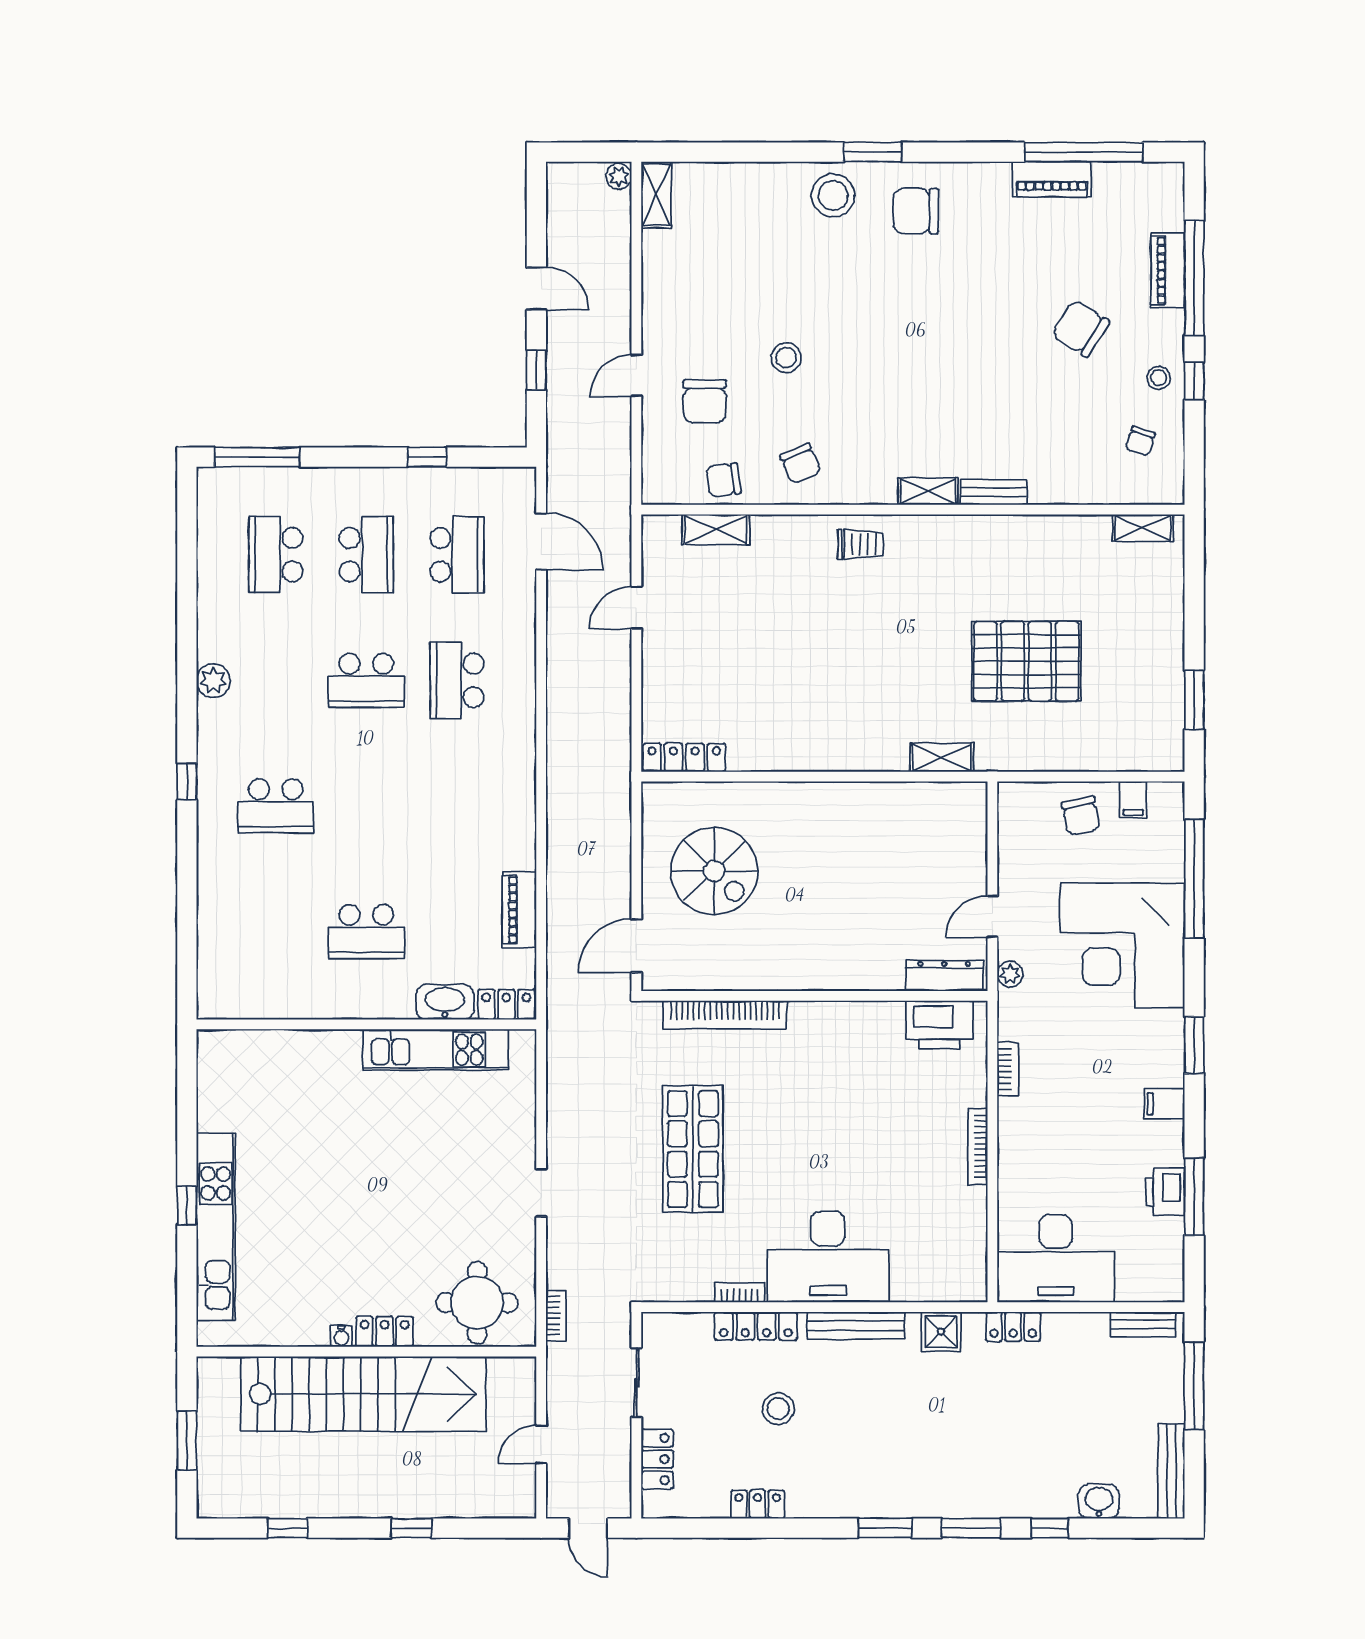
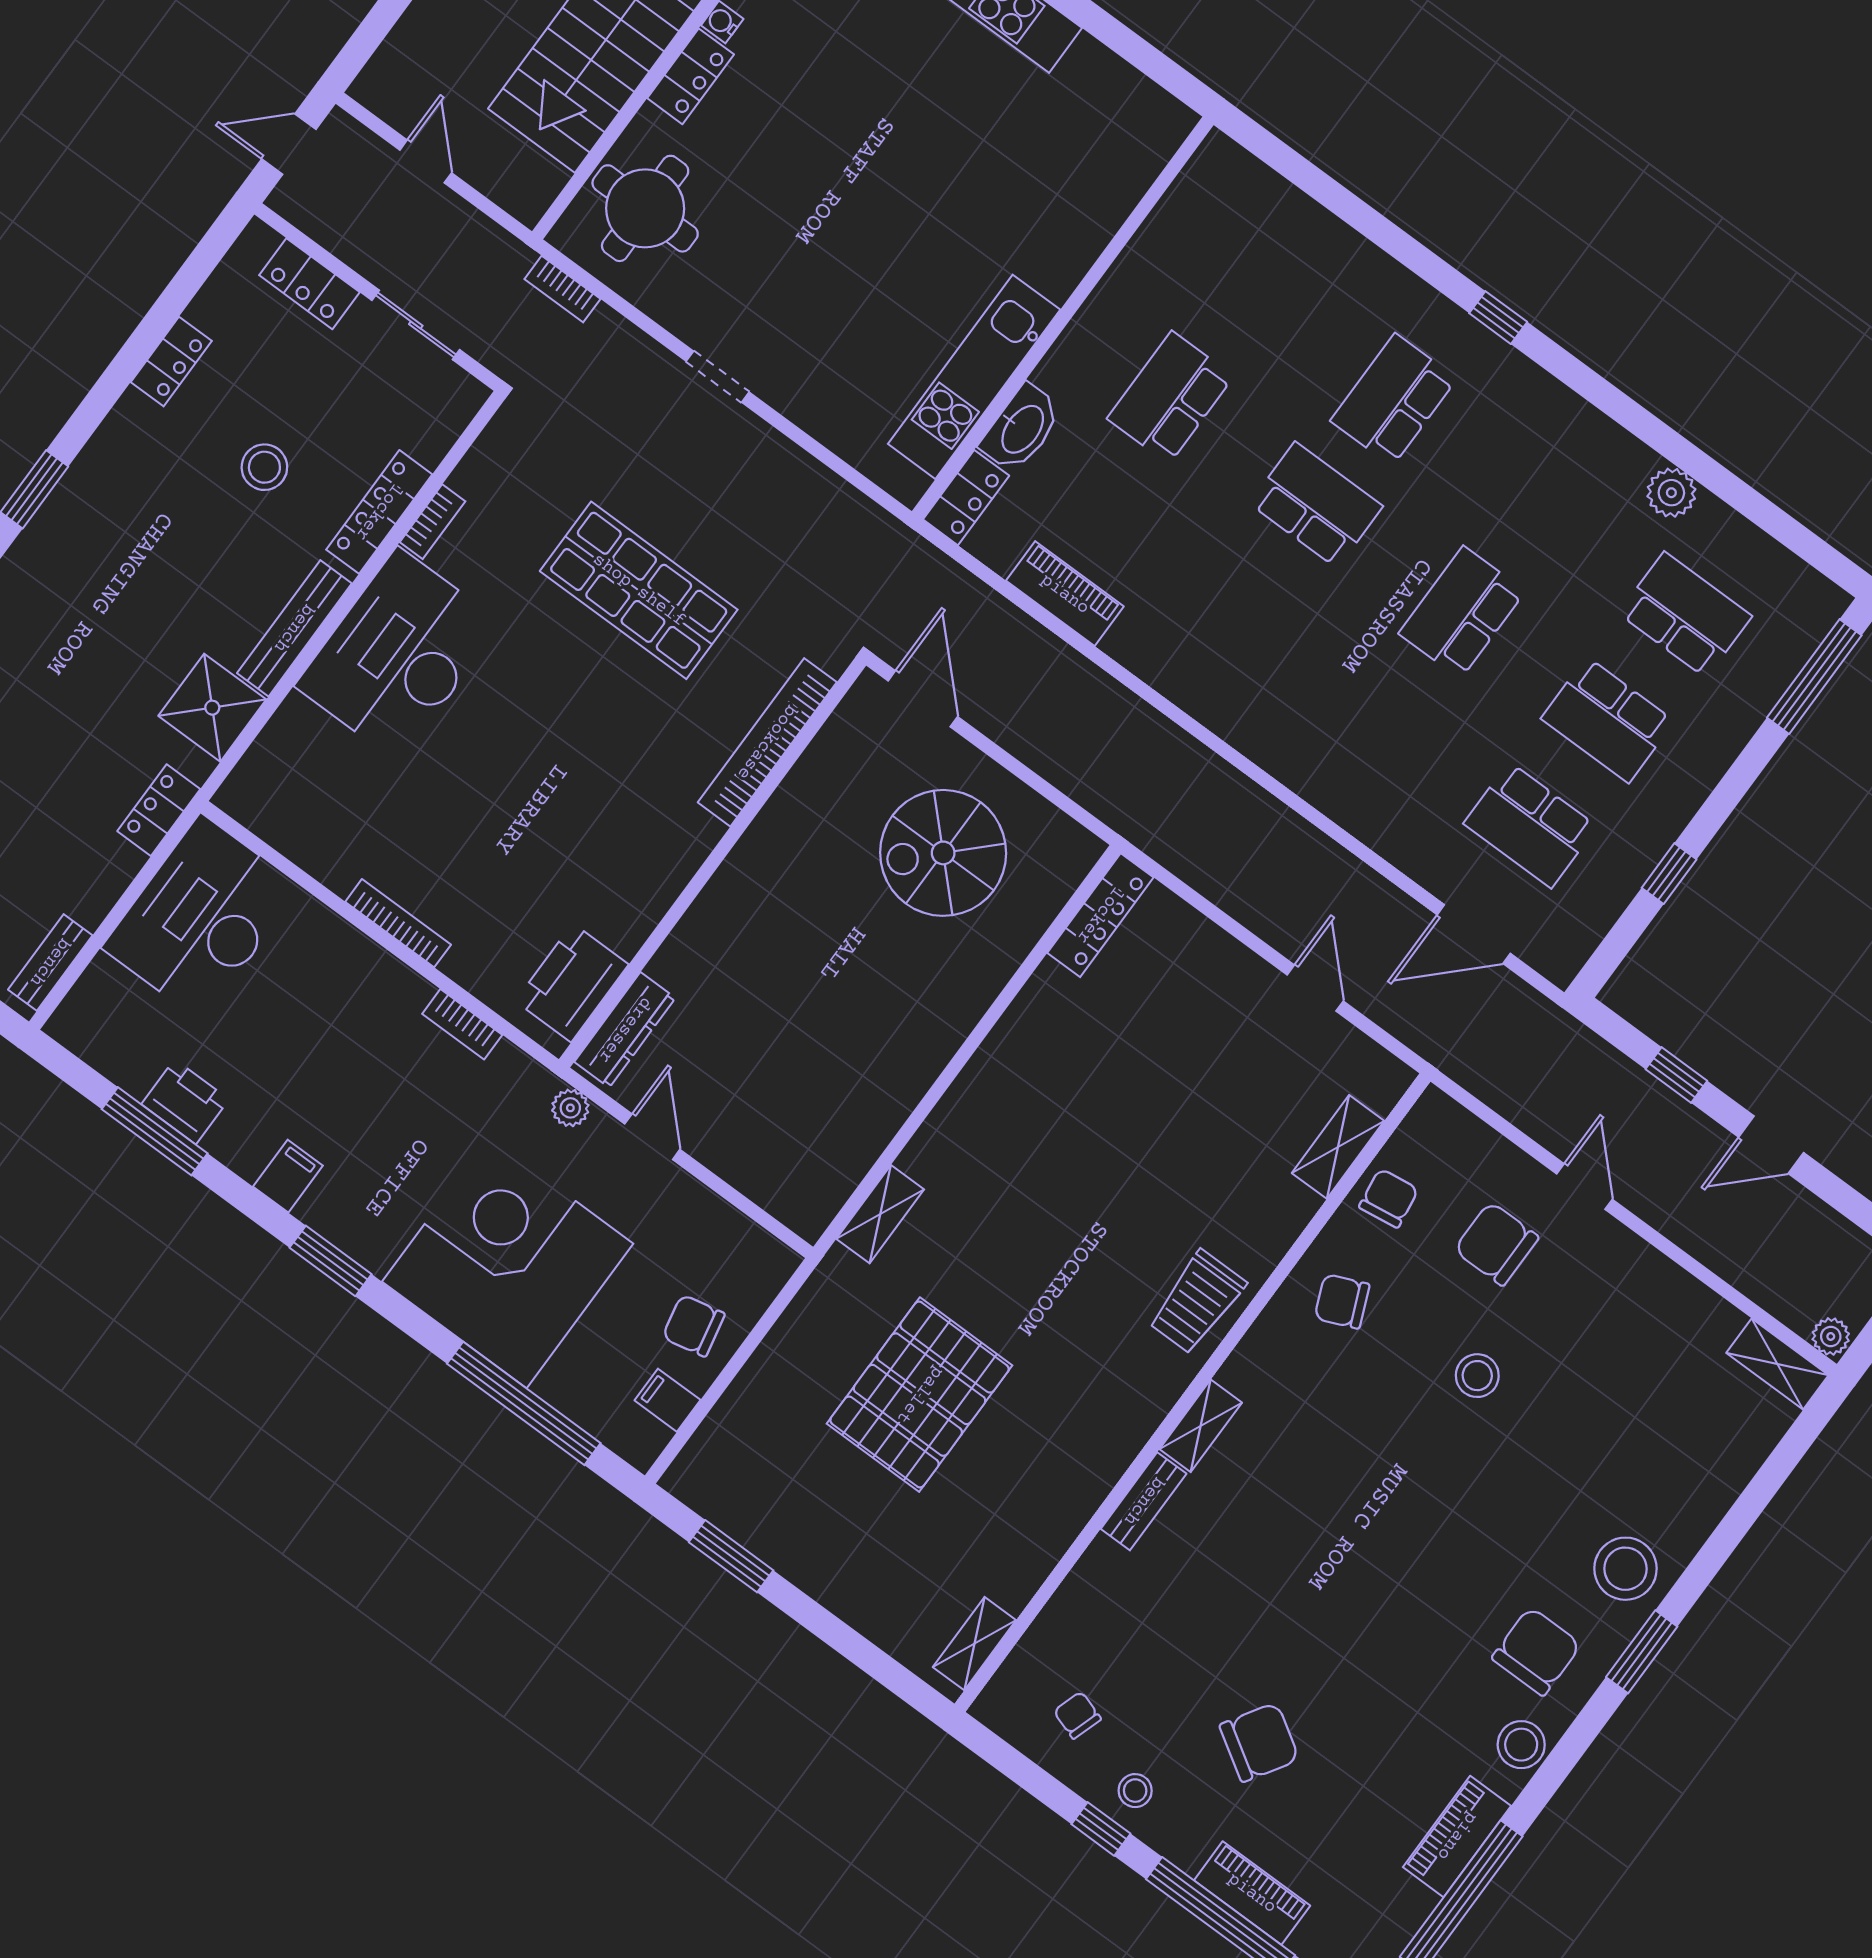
stool: (974, 181) -> (1521, 1745), added
trolley: (861, 544) -> (1197, 1302), width x1.36, depth x1.39
school desk: (457, 680) -> (1316, 505), moved
plant: (213, 681) -> (1671, 493), moved
shower: (941, 1332) -> (212, 708), width x1.36, depth x1.36

